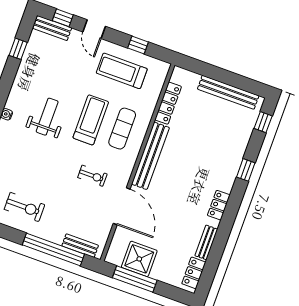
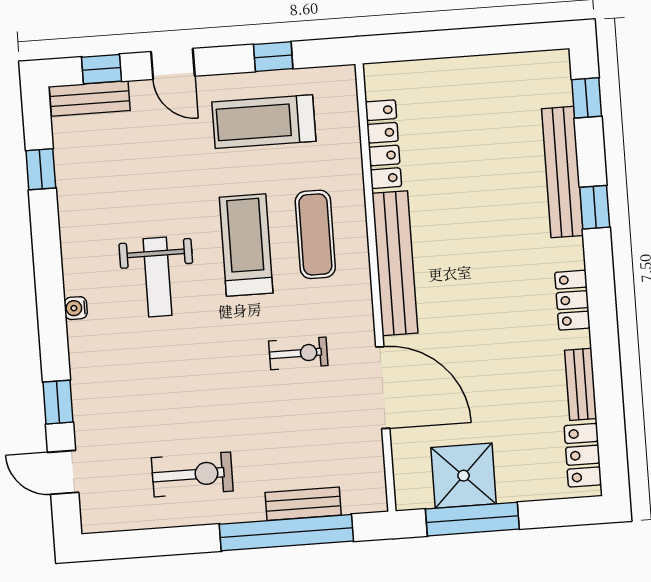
bench: (228, 92) -> (562, 172), moved, turned 90
weight bench: (47, 117) -> (158, 277), turned 180
bench: (80, 246) -> (303, 504), moved

